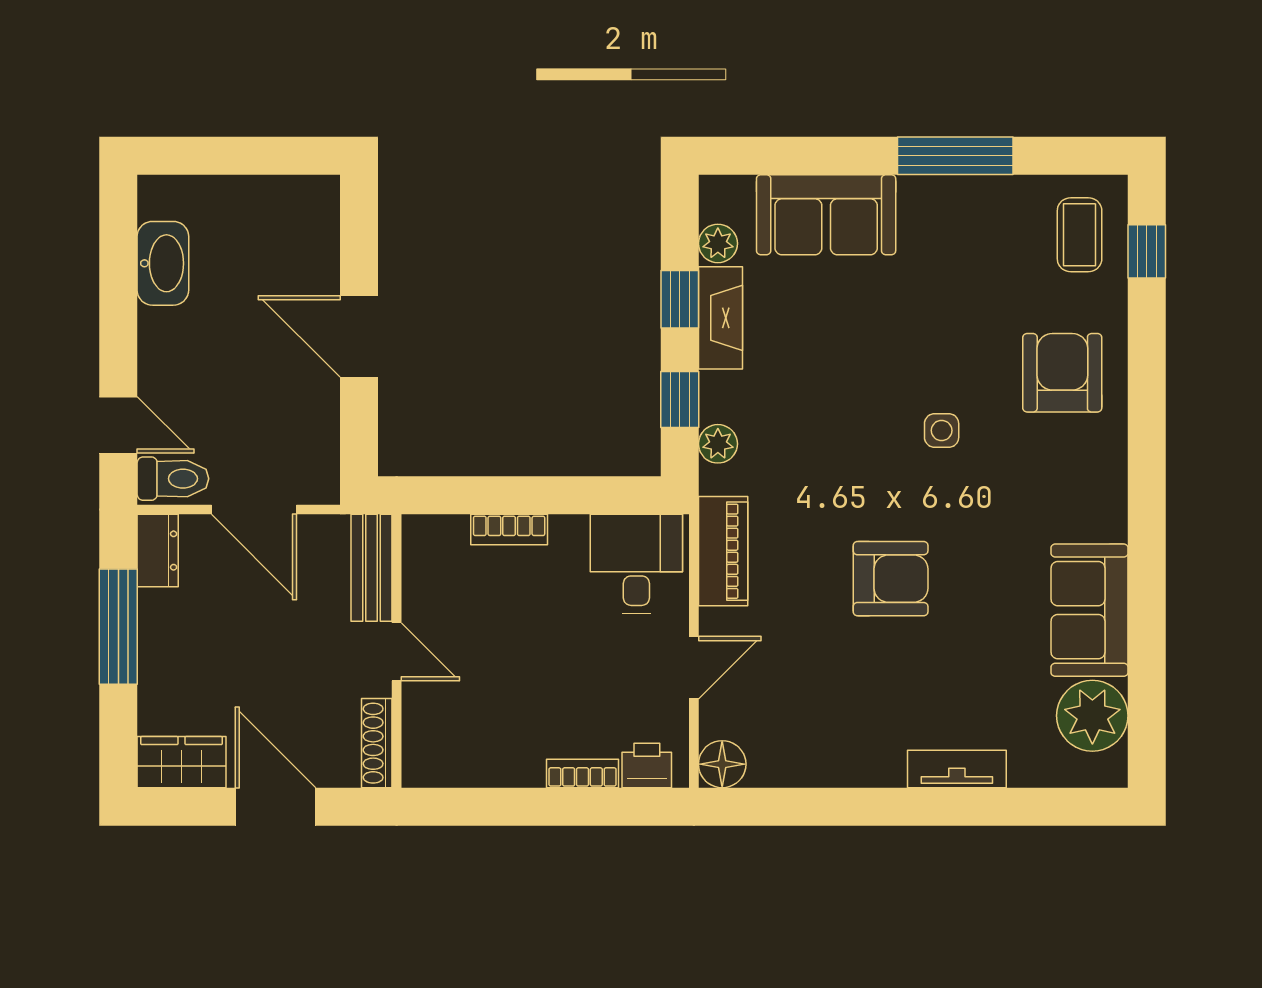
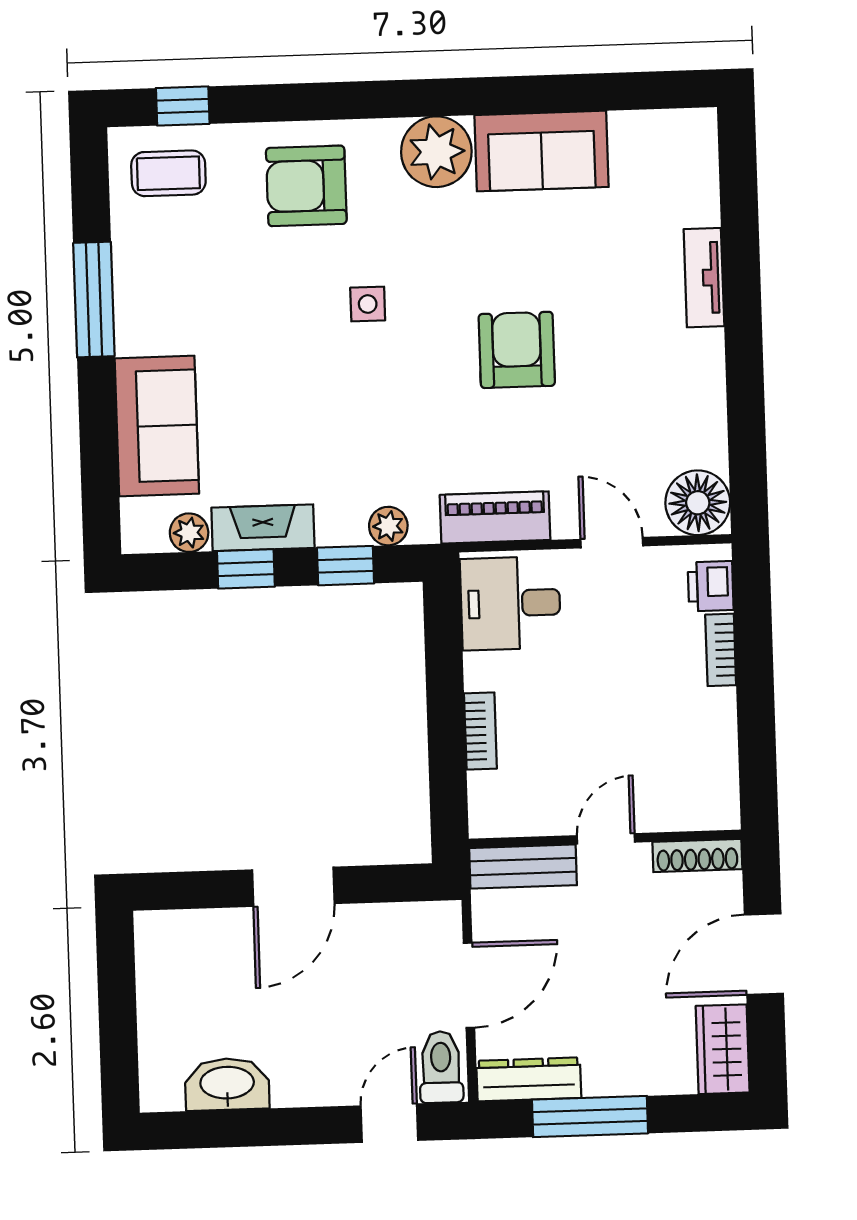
dresser: (158, 551) -> (529, 1079), width x1.44
plant: (1092, 716) -> (436, 152), moved
floor lamp: (722, 764) -> (698, 503), width x1.38, depth x1.38

